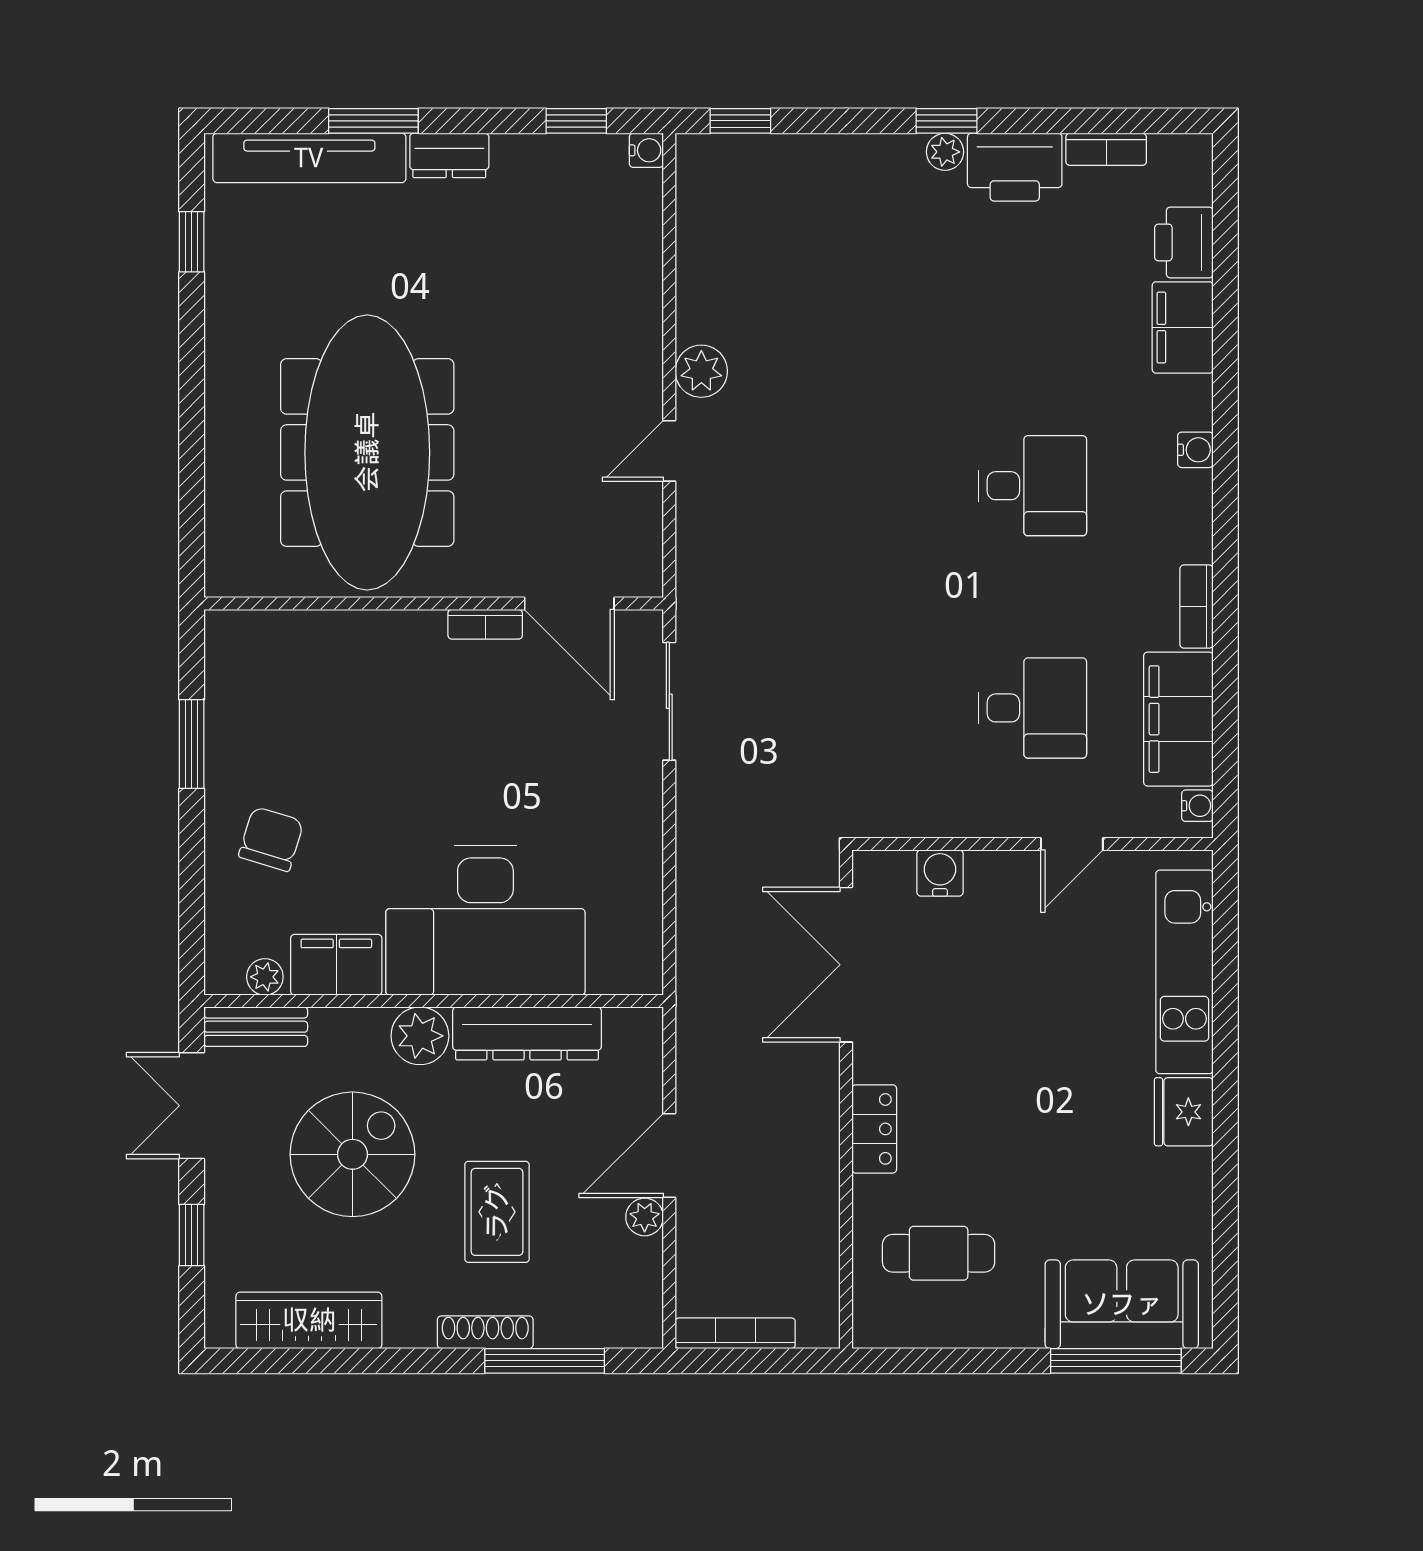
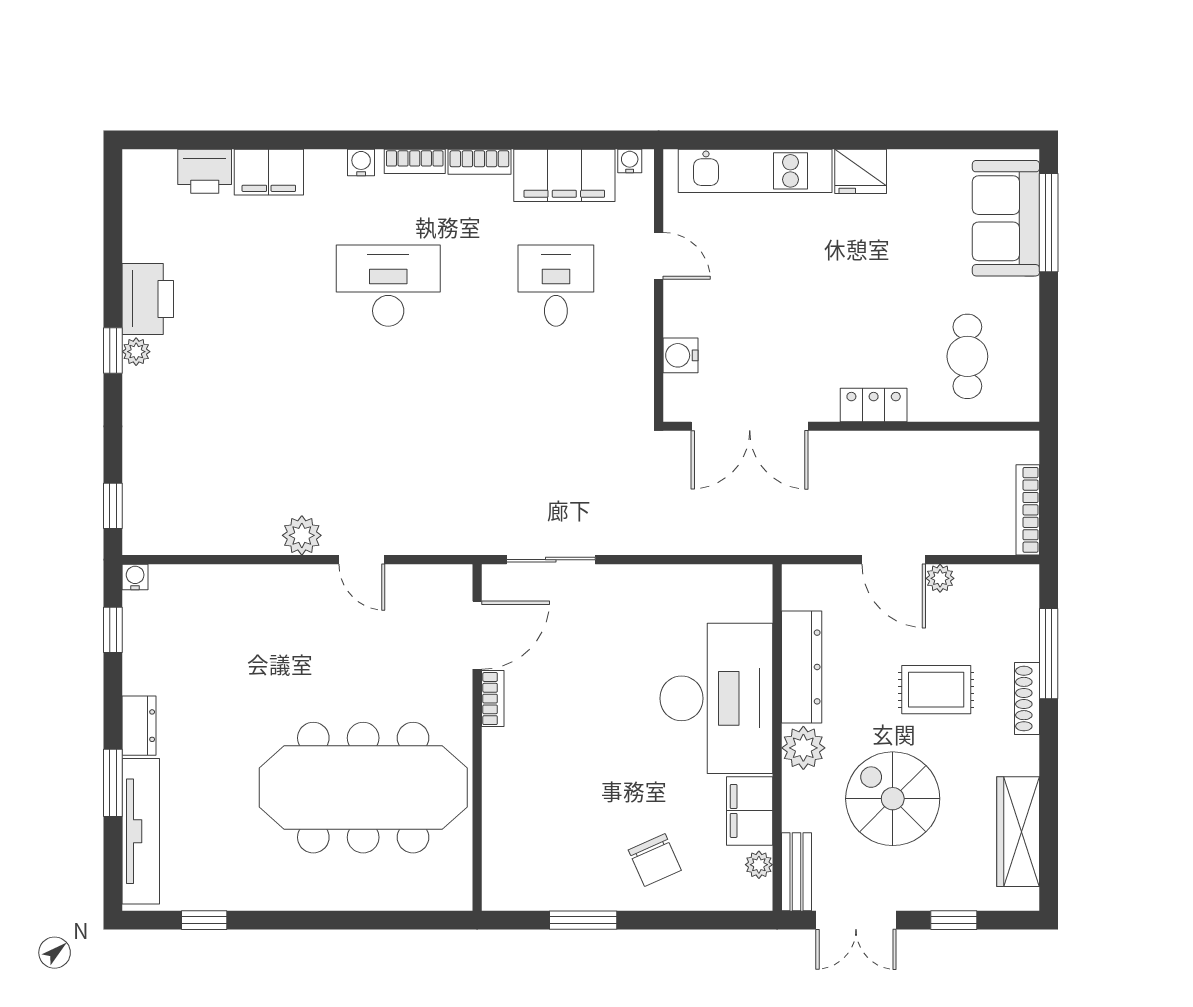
bookcase: (1106, 149) -> (415, 161), moved, turned 90
desk: (1033, 486) -> (388, 286), width x1.37
chair: (271, 839) -> (655, 860), turned -131

